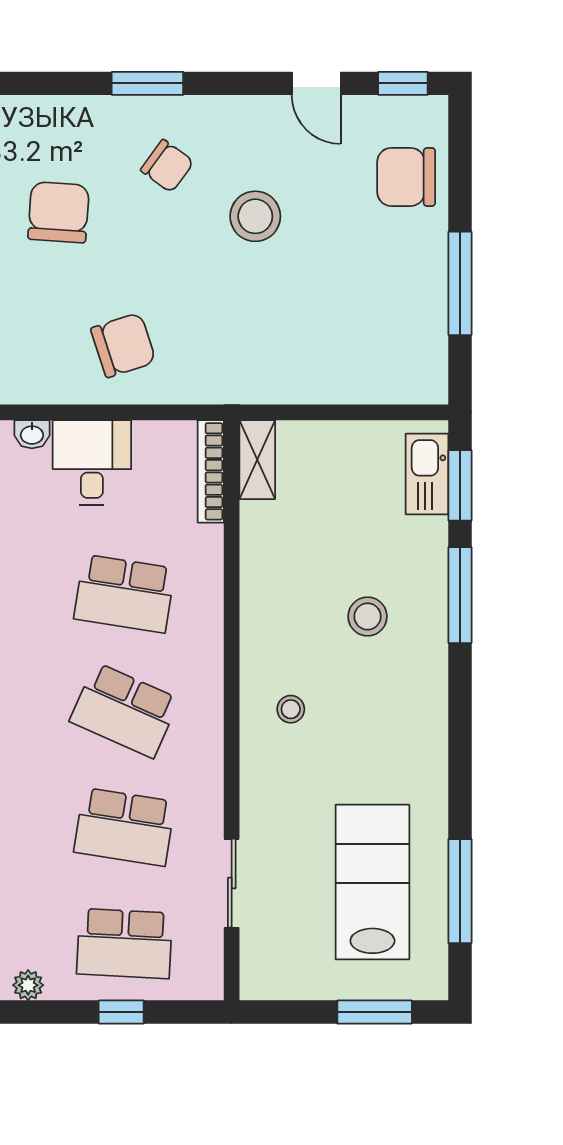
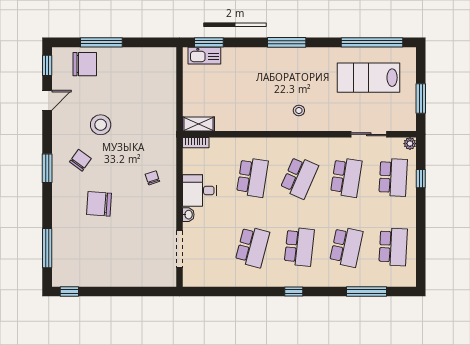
chair: (406, 177) -> (85, 64), turned -90
window: (460, 283) -> (101, 42), moved
chair: (123, 345) -> (152, 178), width x0.54, depth x0.54
bookcase: (211, 471) -> (196, 143), width x0.64
window: (460, 595) -> (287, 42), moved
stool: (368, 616) -> (262, 80), removed
window: (460, 891) -> (372, 42), width x1.46
plant: (28, 985) -> (410, 144), moved
window: (375, 1012) -> (421, 98), moved

